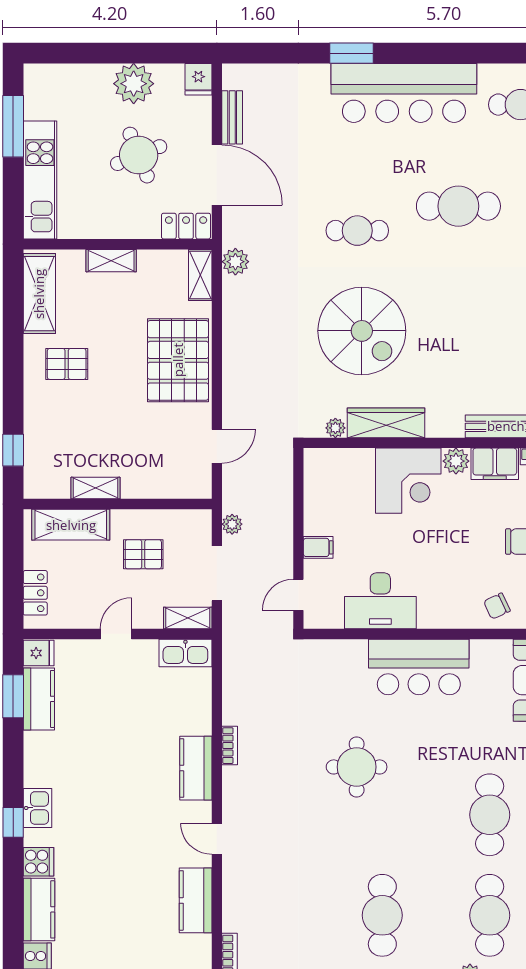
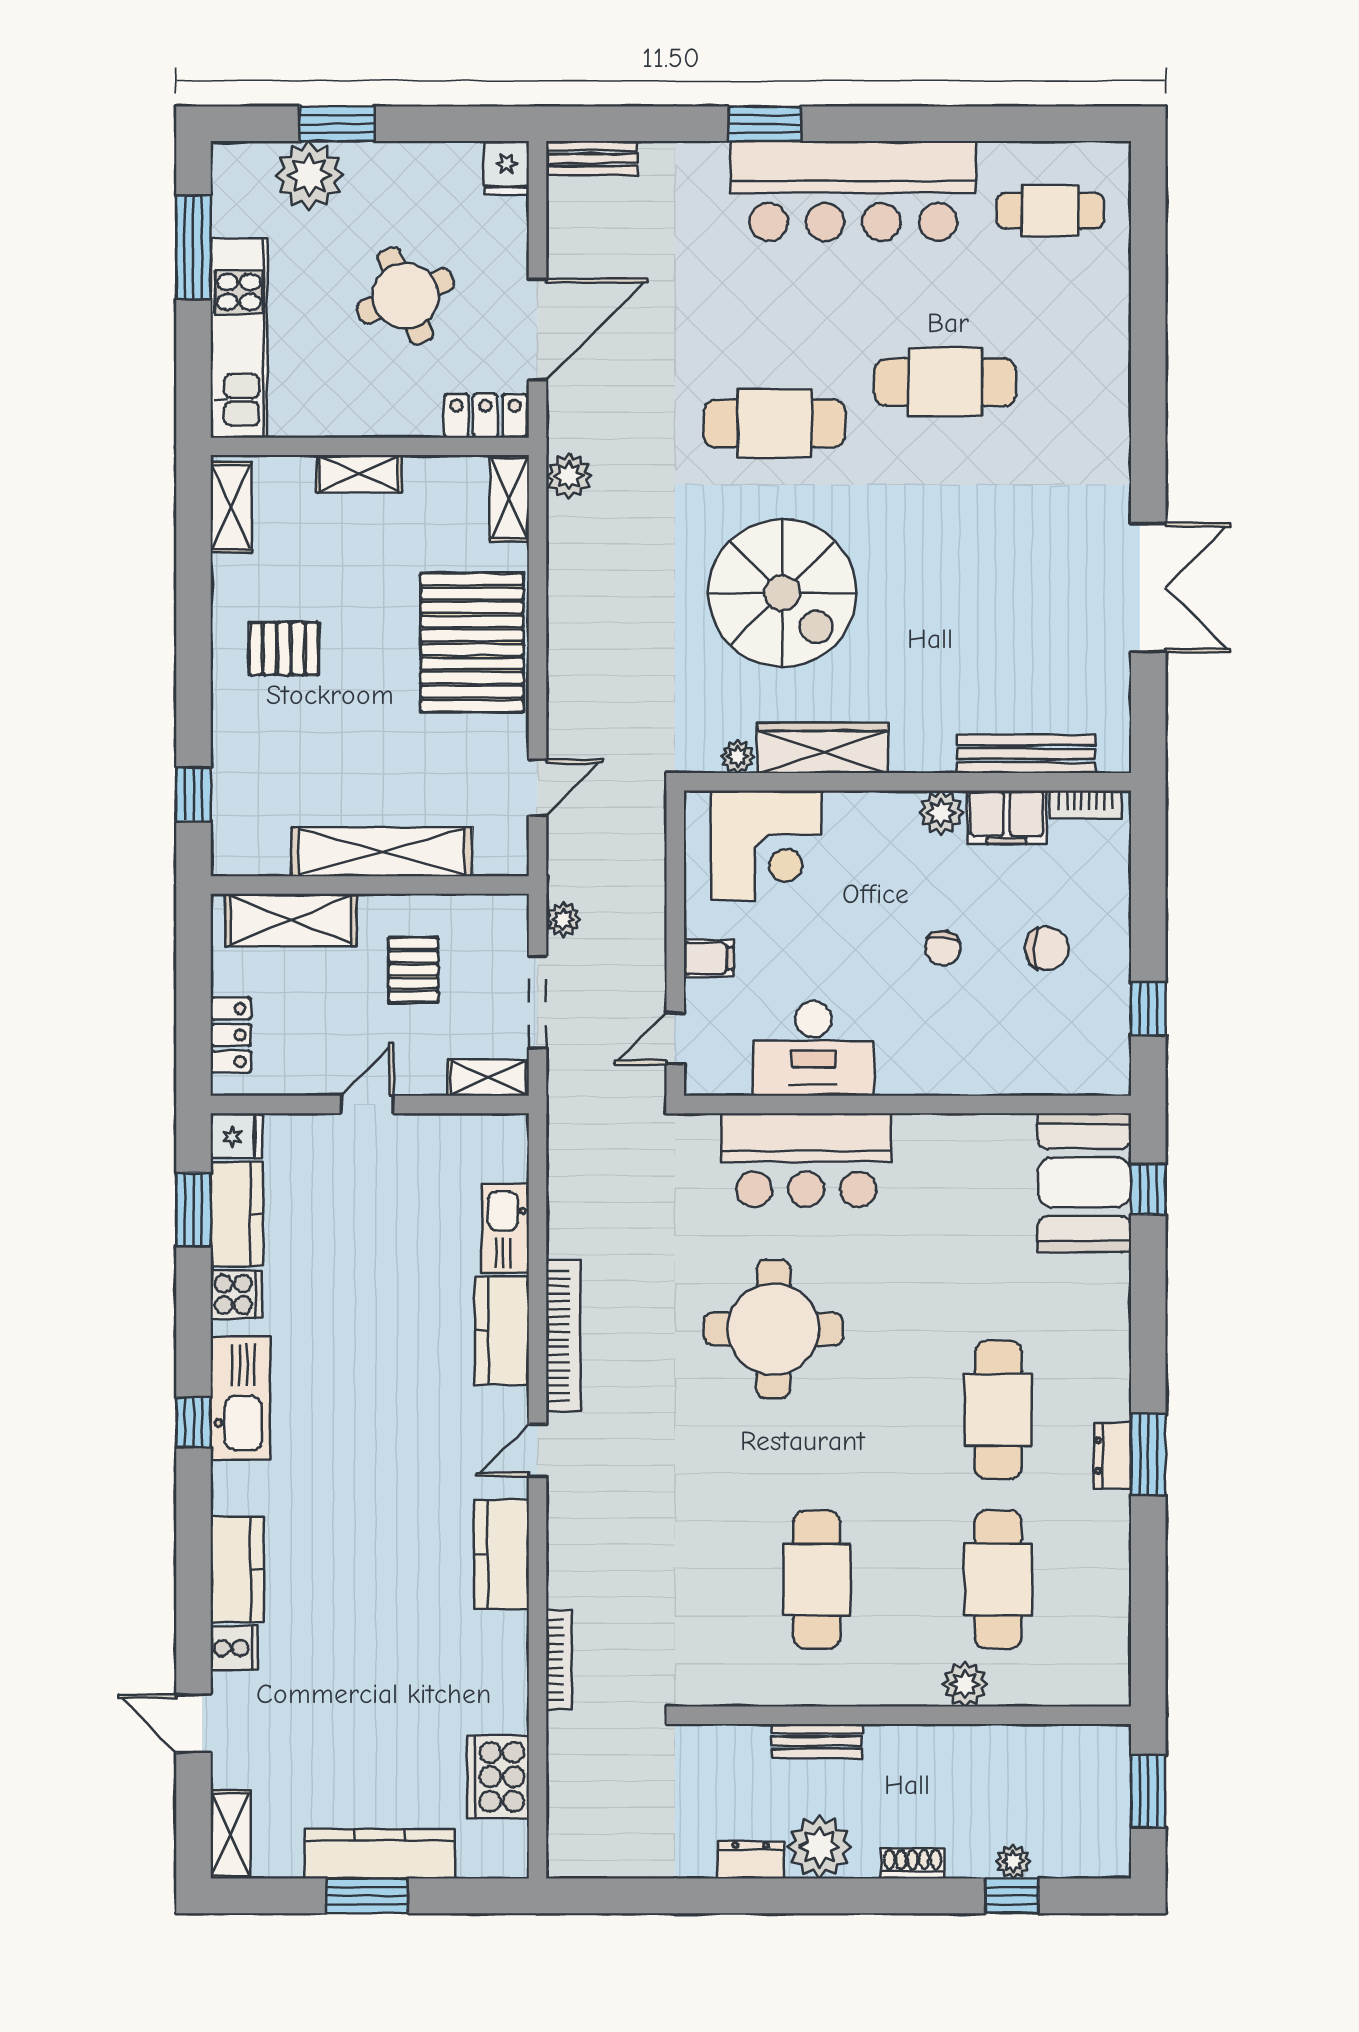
window: (98, 53) -> (337, 124), added
plant: (134, 84) -> (309, 175), moved
bench: (232, 117) -> (591, 158), moved, turned 90
door: (217, 175) -> (538, 329), hinge flipped
cafe table: (357, 231) -> (775, 423), width x1.37, depth x1.35
shelving: (39, 294) -> (231, 507), width x0.67, depth x0.75
corner desk: (408, 481) -> (766, 846), moved
shelving: (96, 488) -> (382, 852), width x2.20, depth x1.33
pallet: (143, 554) -> (413, 970), turned 90
chair: (497, 606) -> (943, 948), moved, turned -57
kitchen sink: (185, 653) -> (505, 1229), moved, turned 90
bar counter: (419, 667) -> (806, 1160), moved
bookcase: (230, 746) -> (563, 1336), width x2.31, depth x1.31
round table: (357, 767) -> (773, 1329), width x1.36, depth x1.36
kitchen sink: (37, 808) -> (240, 1398), width x1.87, depth x1.24
door: (217, 839) -> (538, 1450), hinge flipped
cooker: (38, 862) -> (236, 1294), moved

